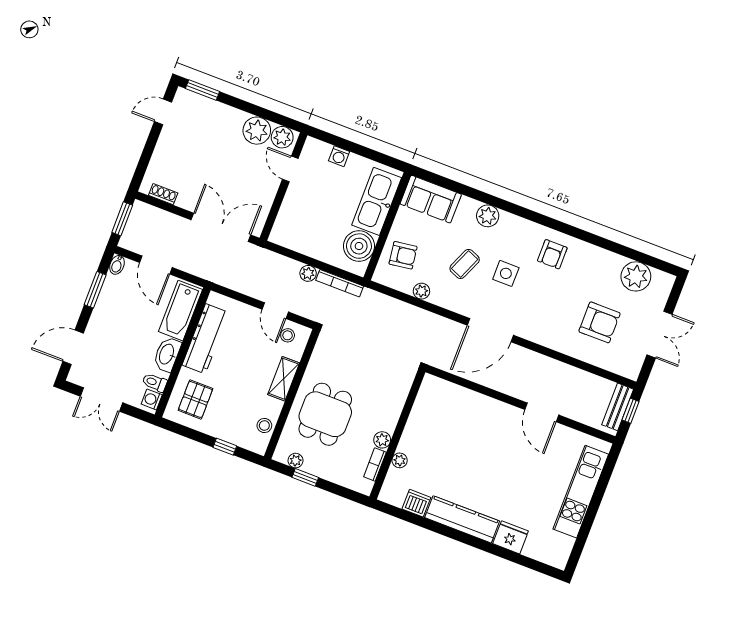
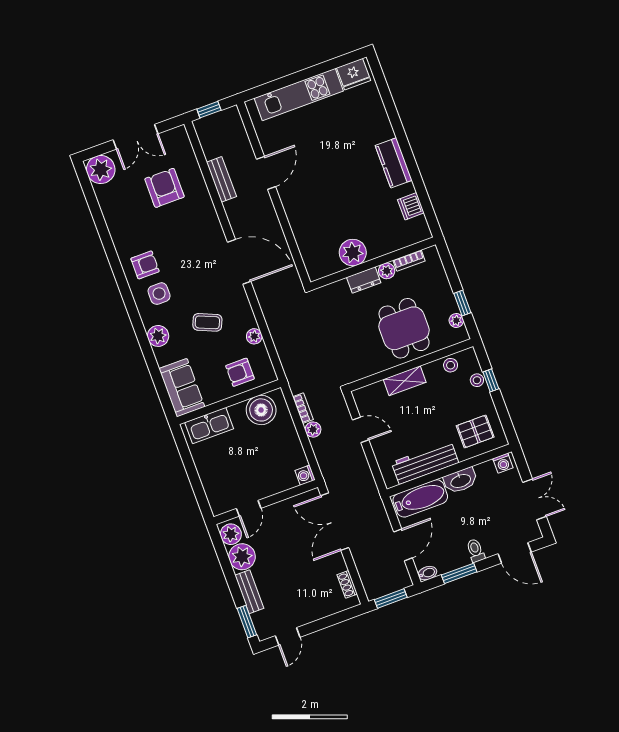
door: (163, 112) -> (288, 636), hinge flipped
bench: (224, 112) -> (249, 592), added
washing machine: (339, 156) -> (305, 475), moved, turned 180
kitchen sink: (377, 201) -> (209, 426), width x0.73, depth x0.81
armchair: (403, 255) -> (240, 372), turned -82
side table: (506, 273) -> (159, 294), moved
plant: (636, 276) -> (101, 170), moved
bookcase: (340, 283) -> (303, 408), width x0.64
door: (275, 311) -> (361, 430), hinge flipped
stool: (288, 335) -> (477, 380), moved
double door: (660, 335) -> (135, 137), swing flipped
toilet: (155, 382) -> (476, 550), moved, turned 180
bench: (618, 407) -> (221, 179), moved, turned 90
dining table: (325, 414) -> (404, 328), turned 90
dresser: (391, 416) -> (364, 280), added
plant: (400, 460) -> (353, 253), moved, width x1.87, depth x1.87
kitchen counter: (462, 519) -> (394, 163), width x0.67
fridge: (511, 537) -> (354, 74), moved, turned -90

